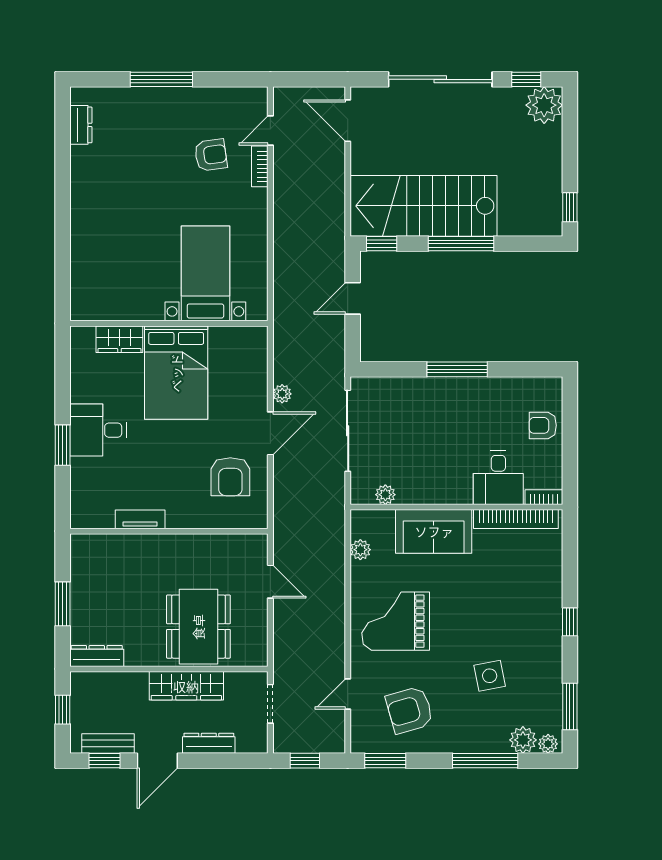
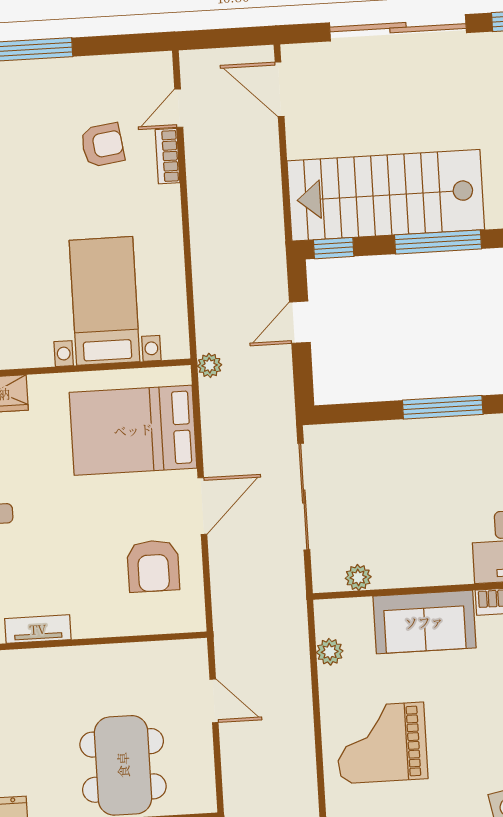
bed: (176, 373) -> (133, 430), moved, turned 90
plant: (282, 394) -> (210, 365), moved

